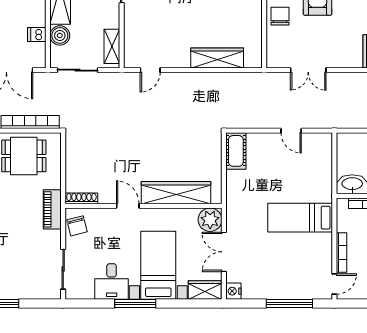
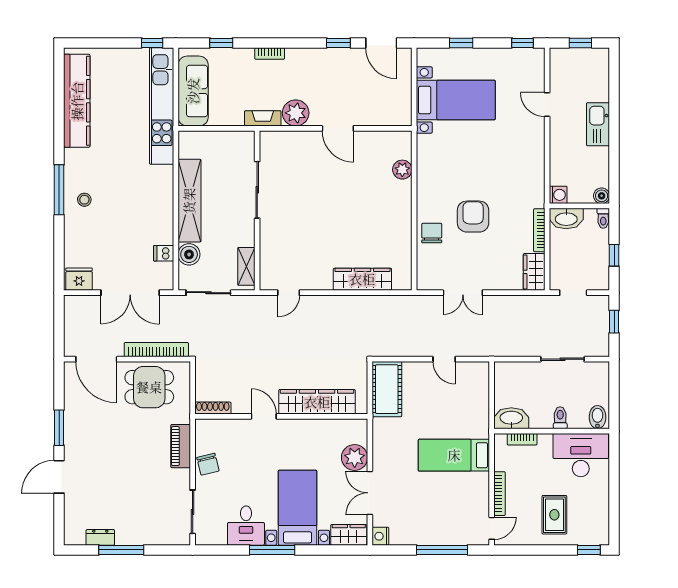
cot: (236, 151) -> (387, 389), width x1.37, depth x1.34
wardrobe: (176, 193) -> (317, 402), moved
shoe rack: (81, 198) -> (213, 408), moved
door: (128, 206) -> (264, 416), moved
wall: (143, 206) -> (281, 416), moved

